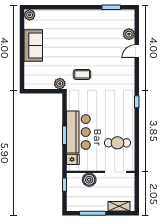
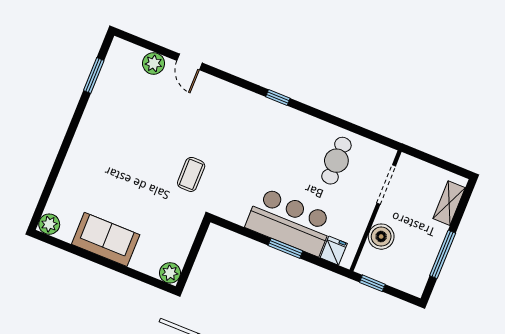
plant: (60, 84) -> (170, 273), moved

